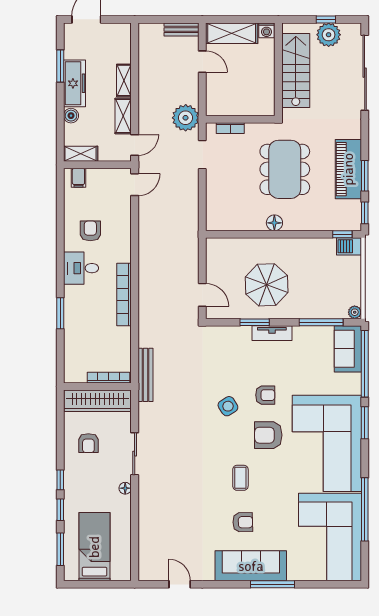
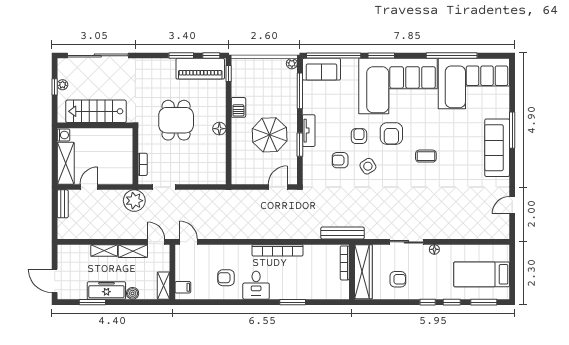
plant: (329, 35) -> (63, 85), width x0.53, depth x0.53
dining table: (285, 169) -> (176, 120), width x0.73
piano: (348, 169) -> (200, 69), moved
barbecue: (349, 246) -> (238, 107), moved
armchair: (243, 522) -> (340, 160), moved, turned -89

